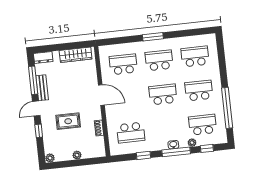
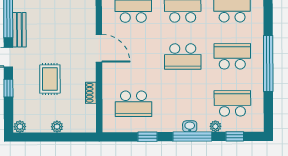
school desk: (163, 94) -> (183, 57), turned 180
window: (227, 108) -> (268, 63), moved
rug: (68, 121) -> (50, 79), turned 90

